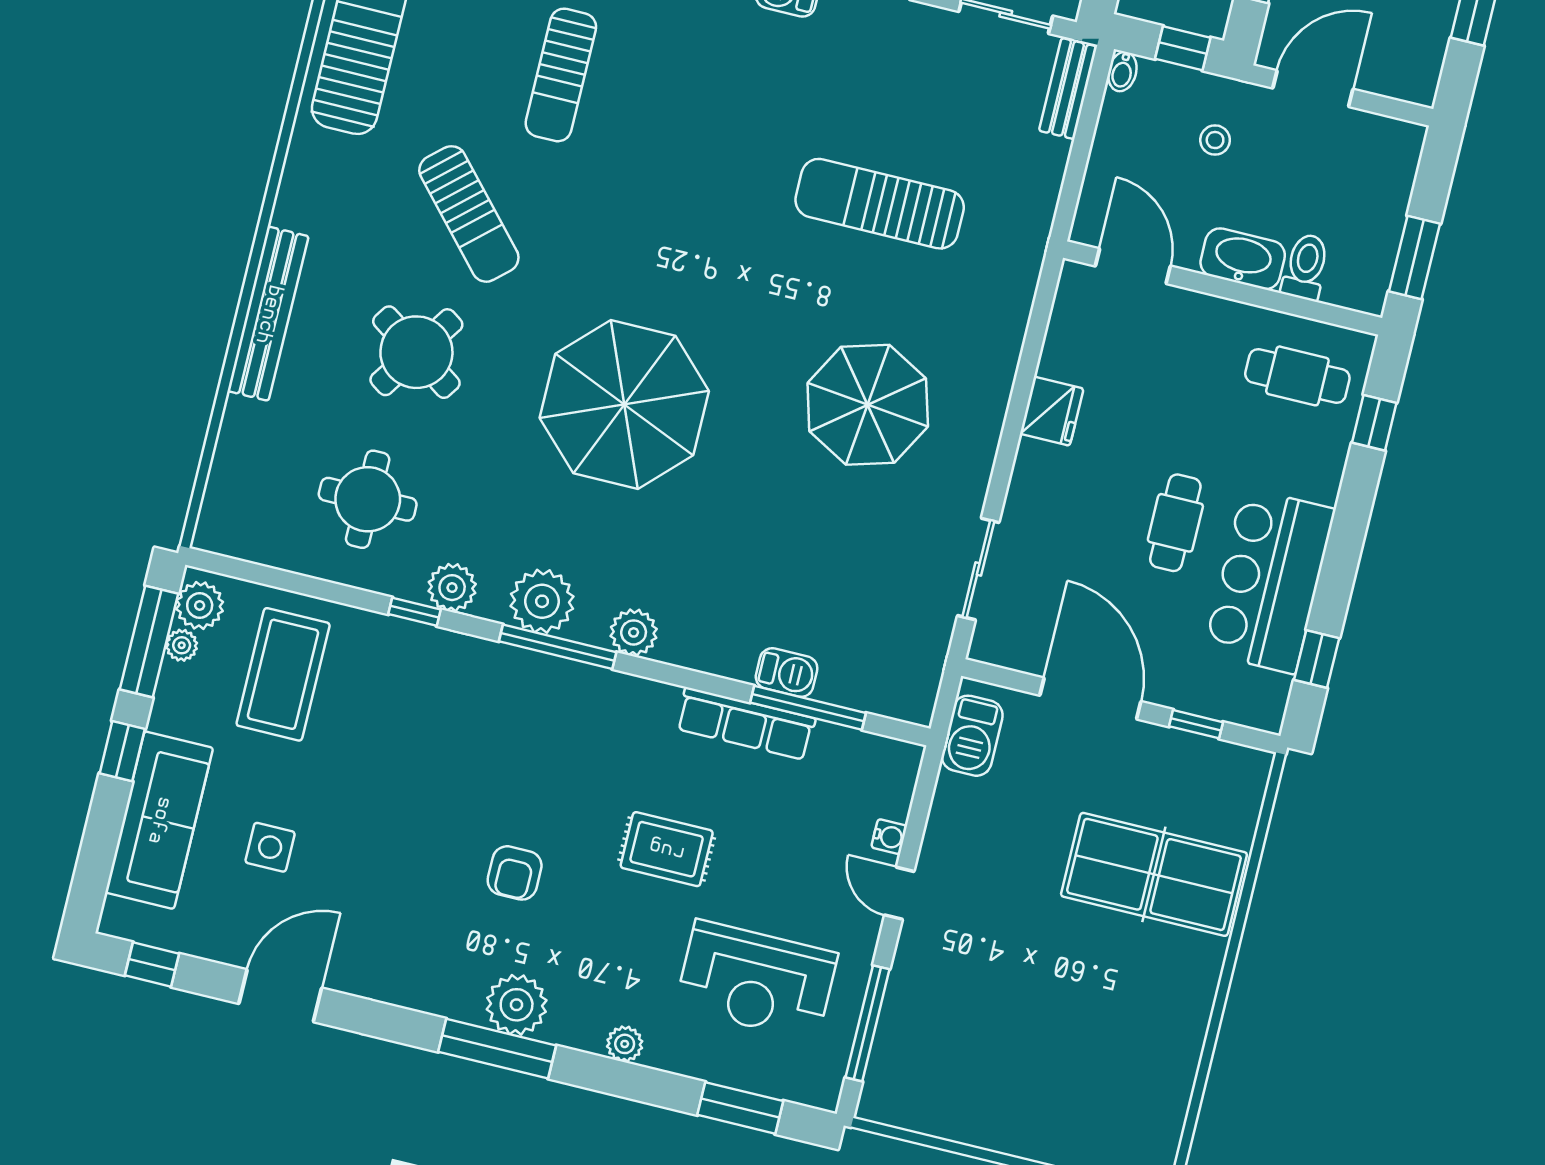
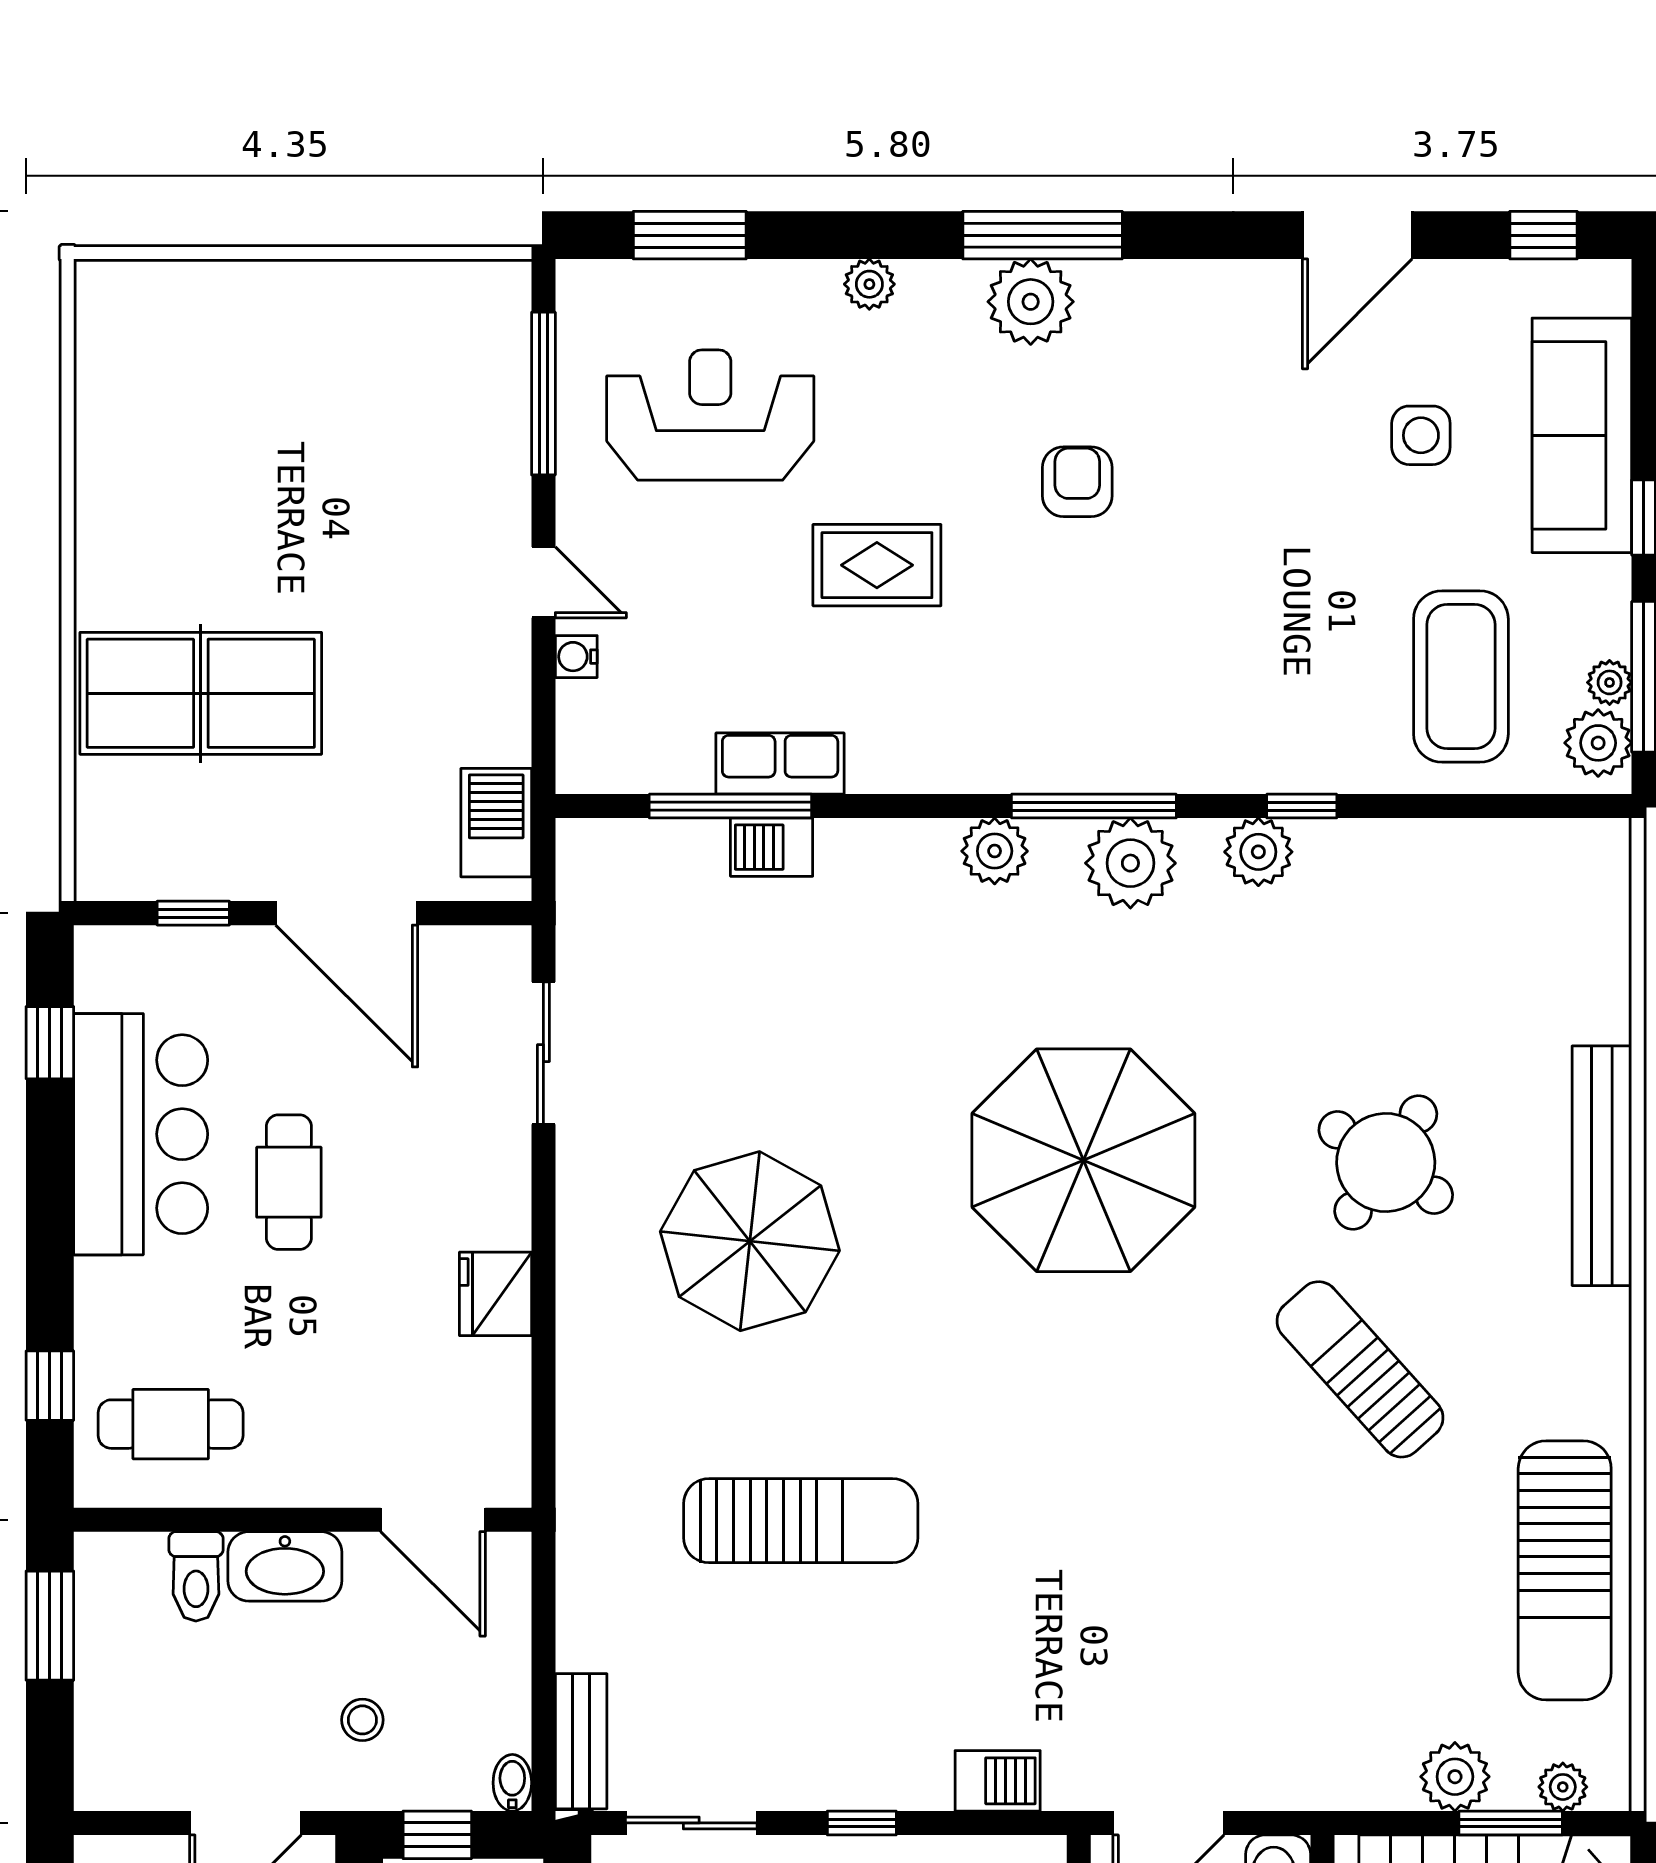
sun lounger: (561, 75) -> (1280, 1591), removed
round table: (368, 499) -> (1403, 945), removed
row of seats: (746, 724) -> (780, 764), width x0.68

